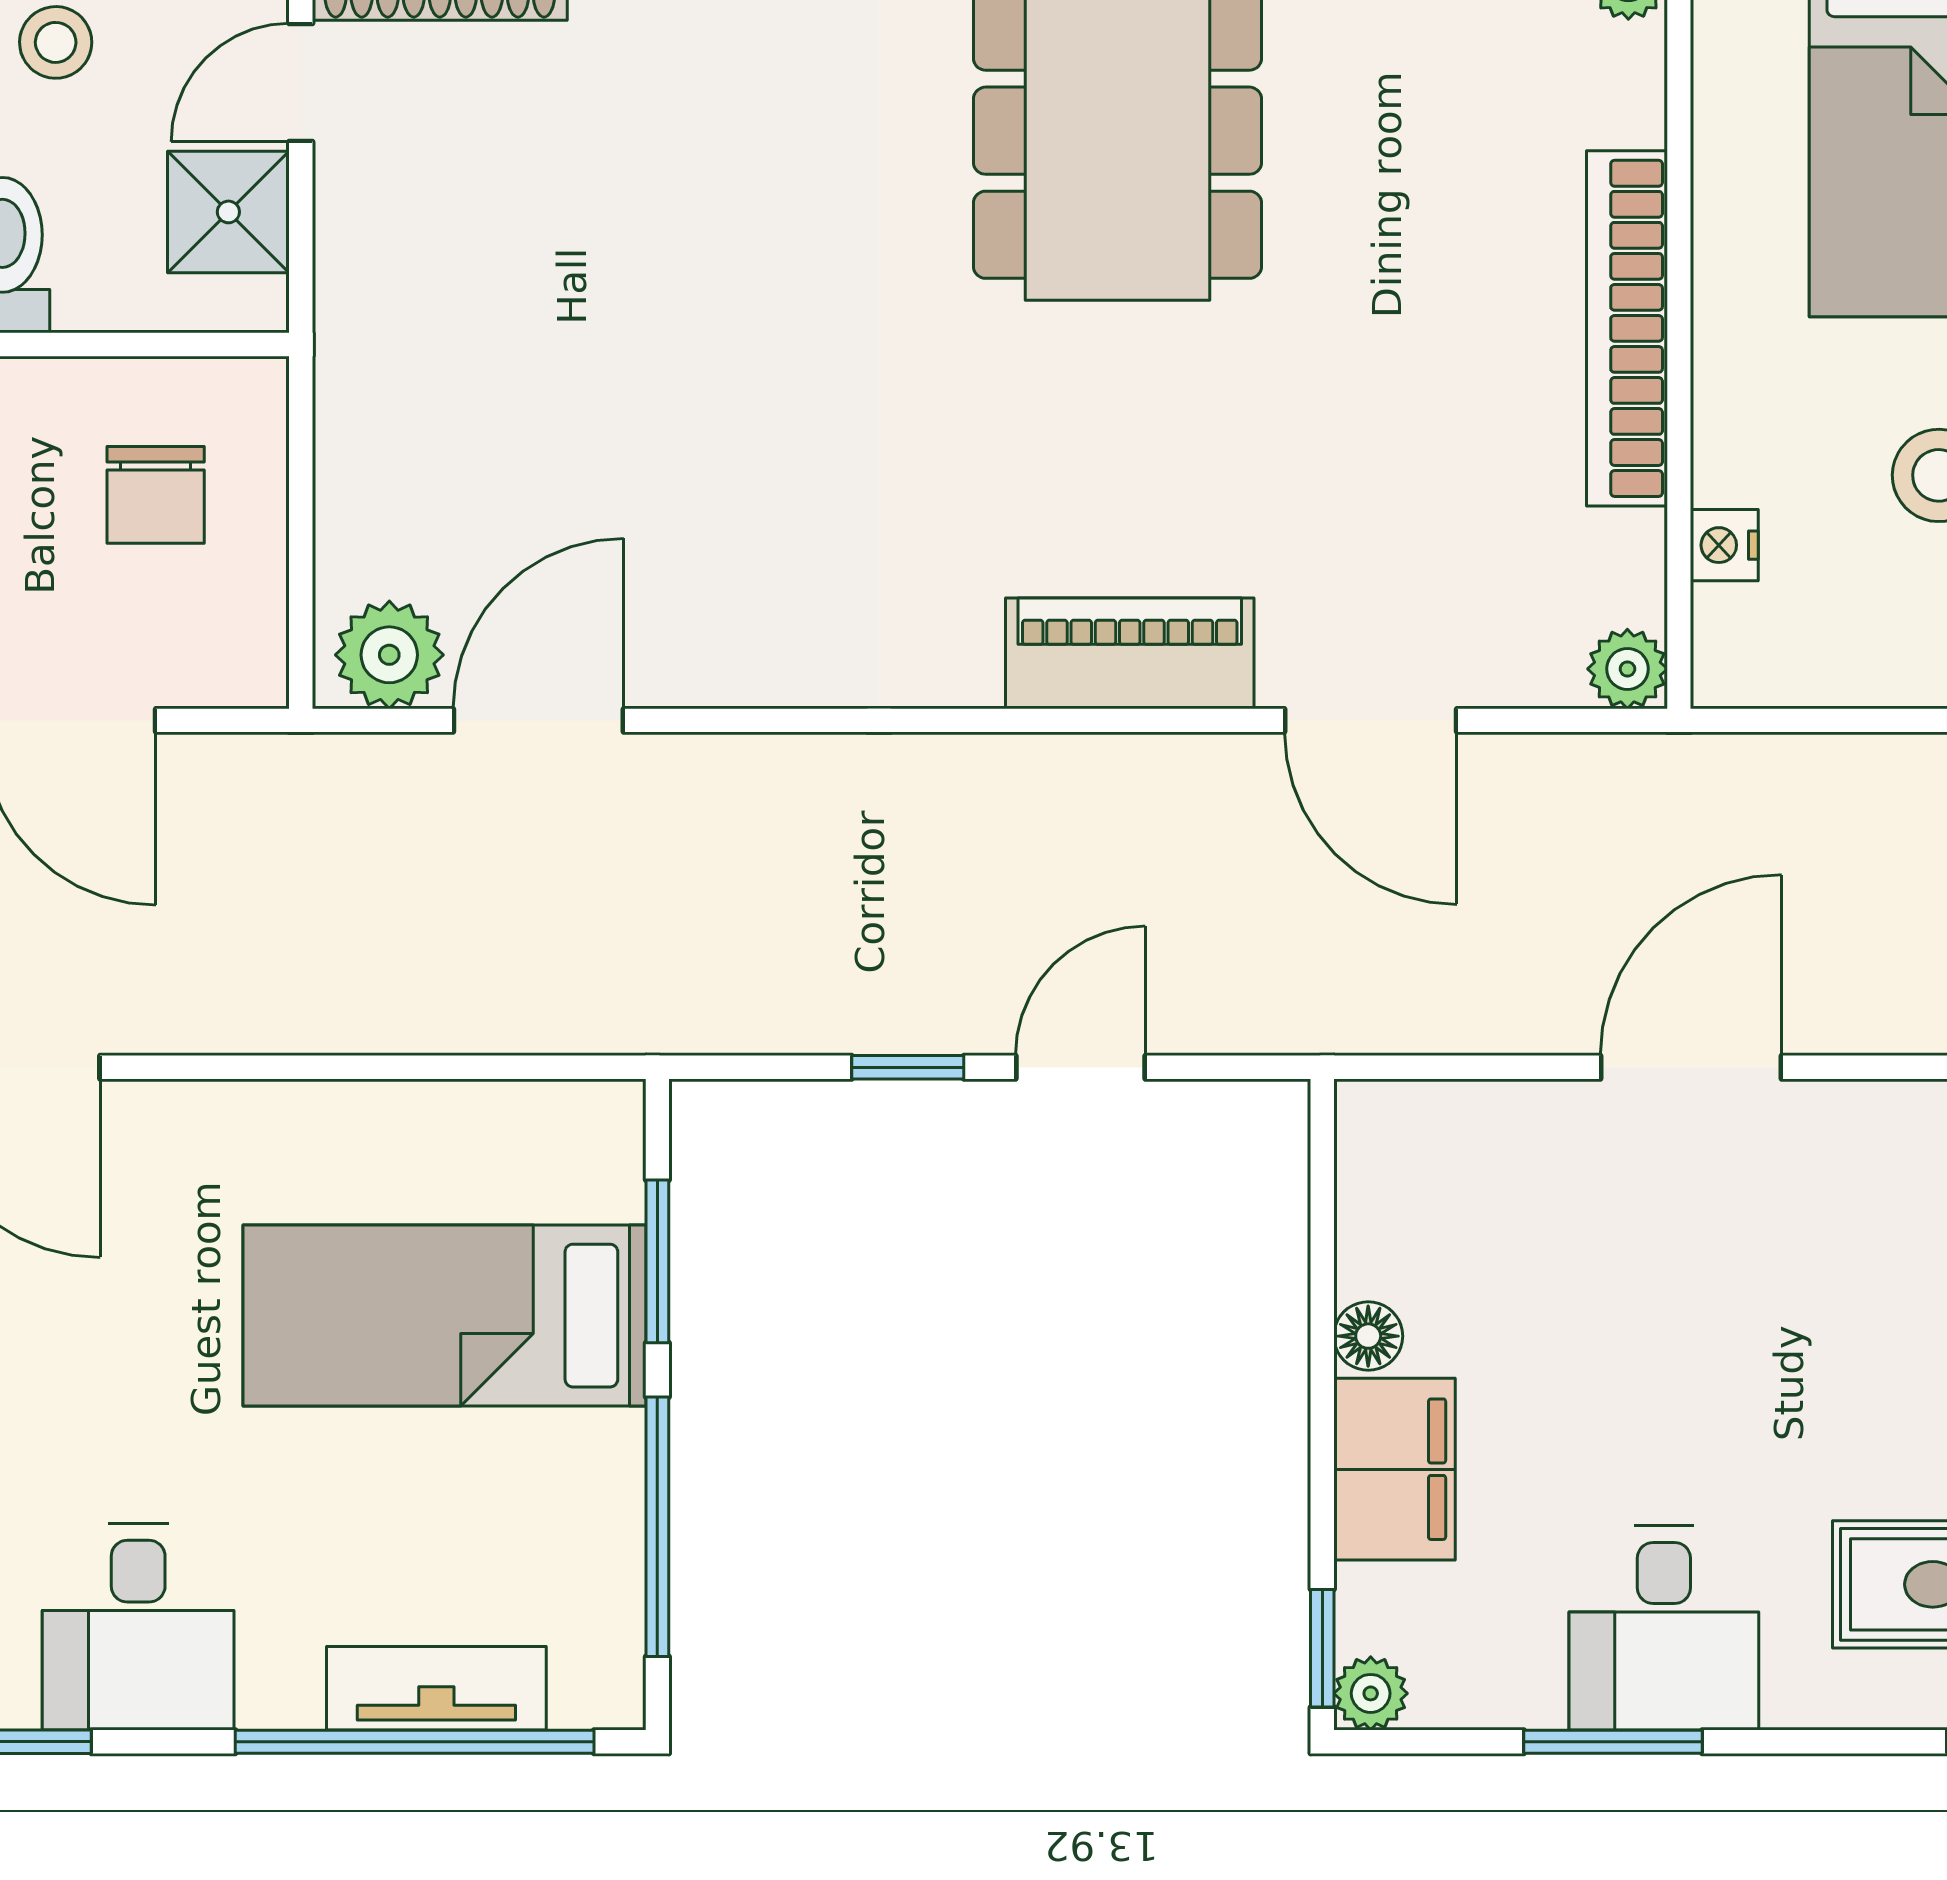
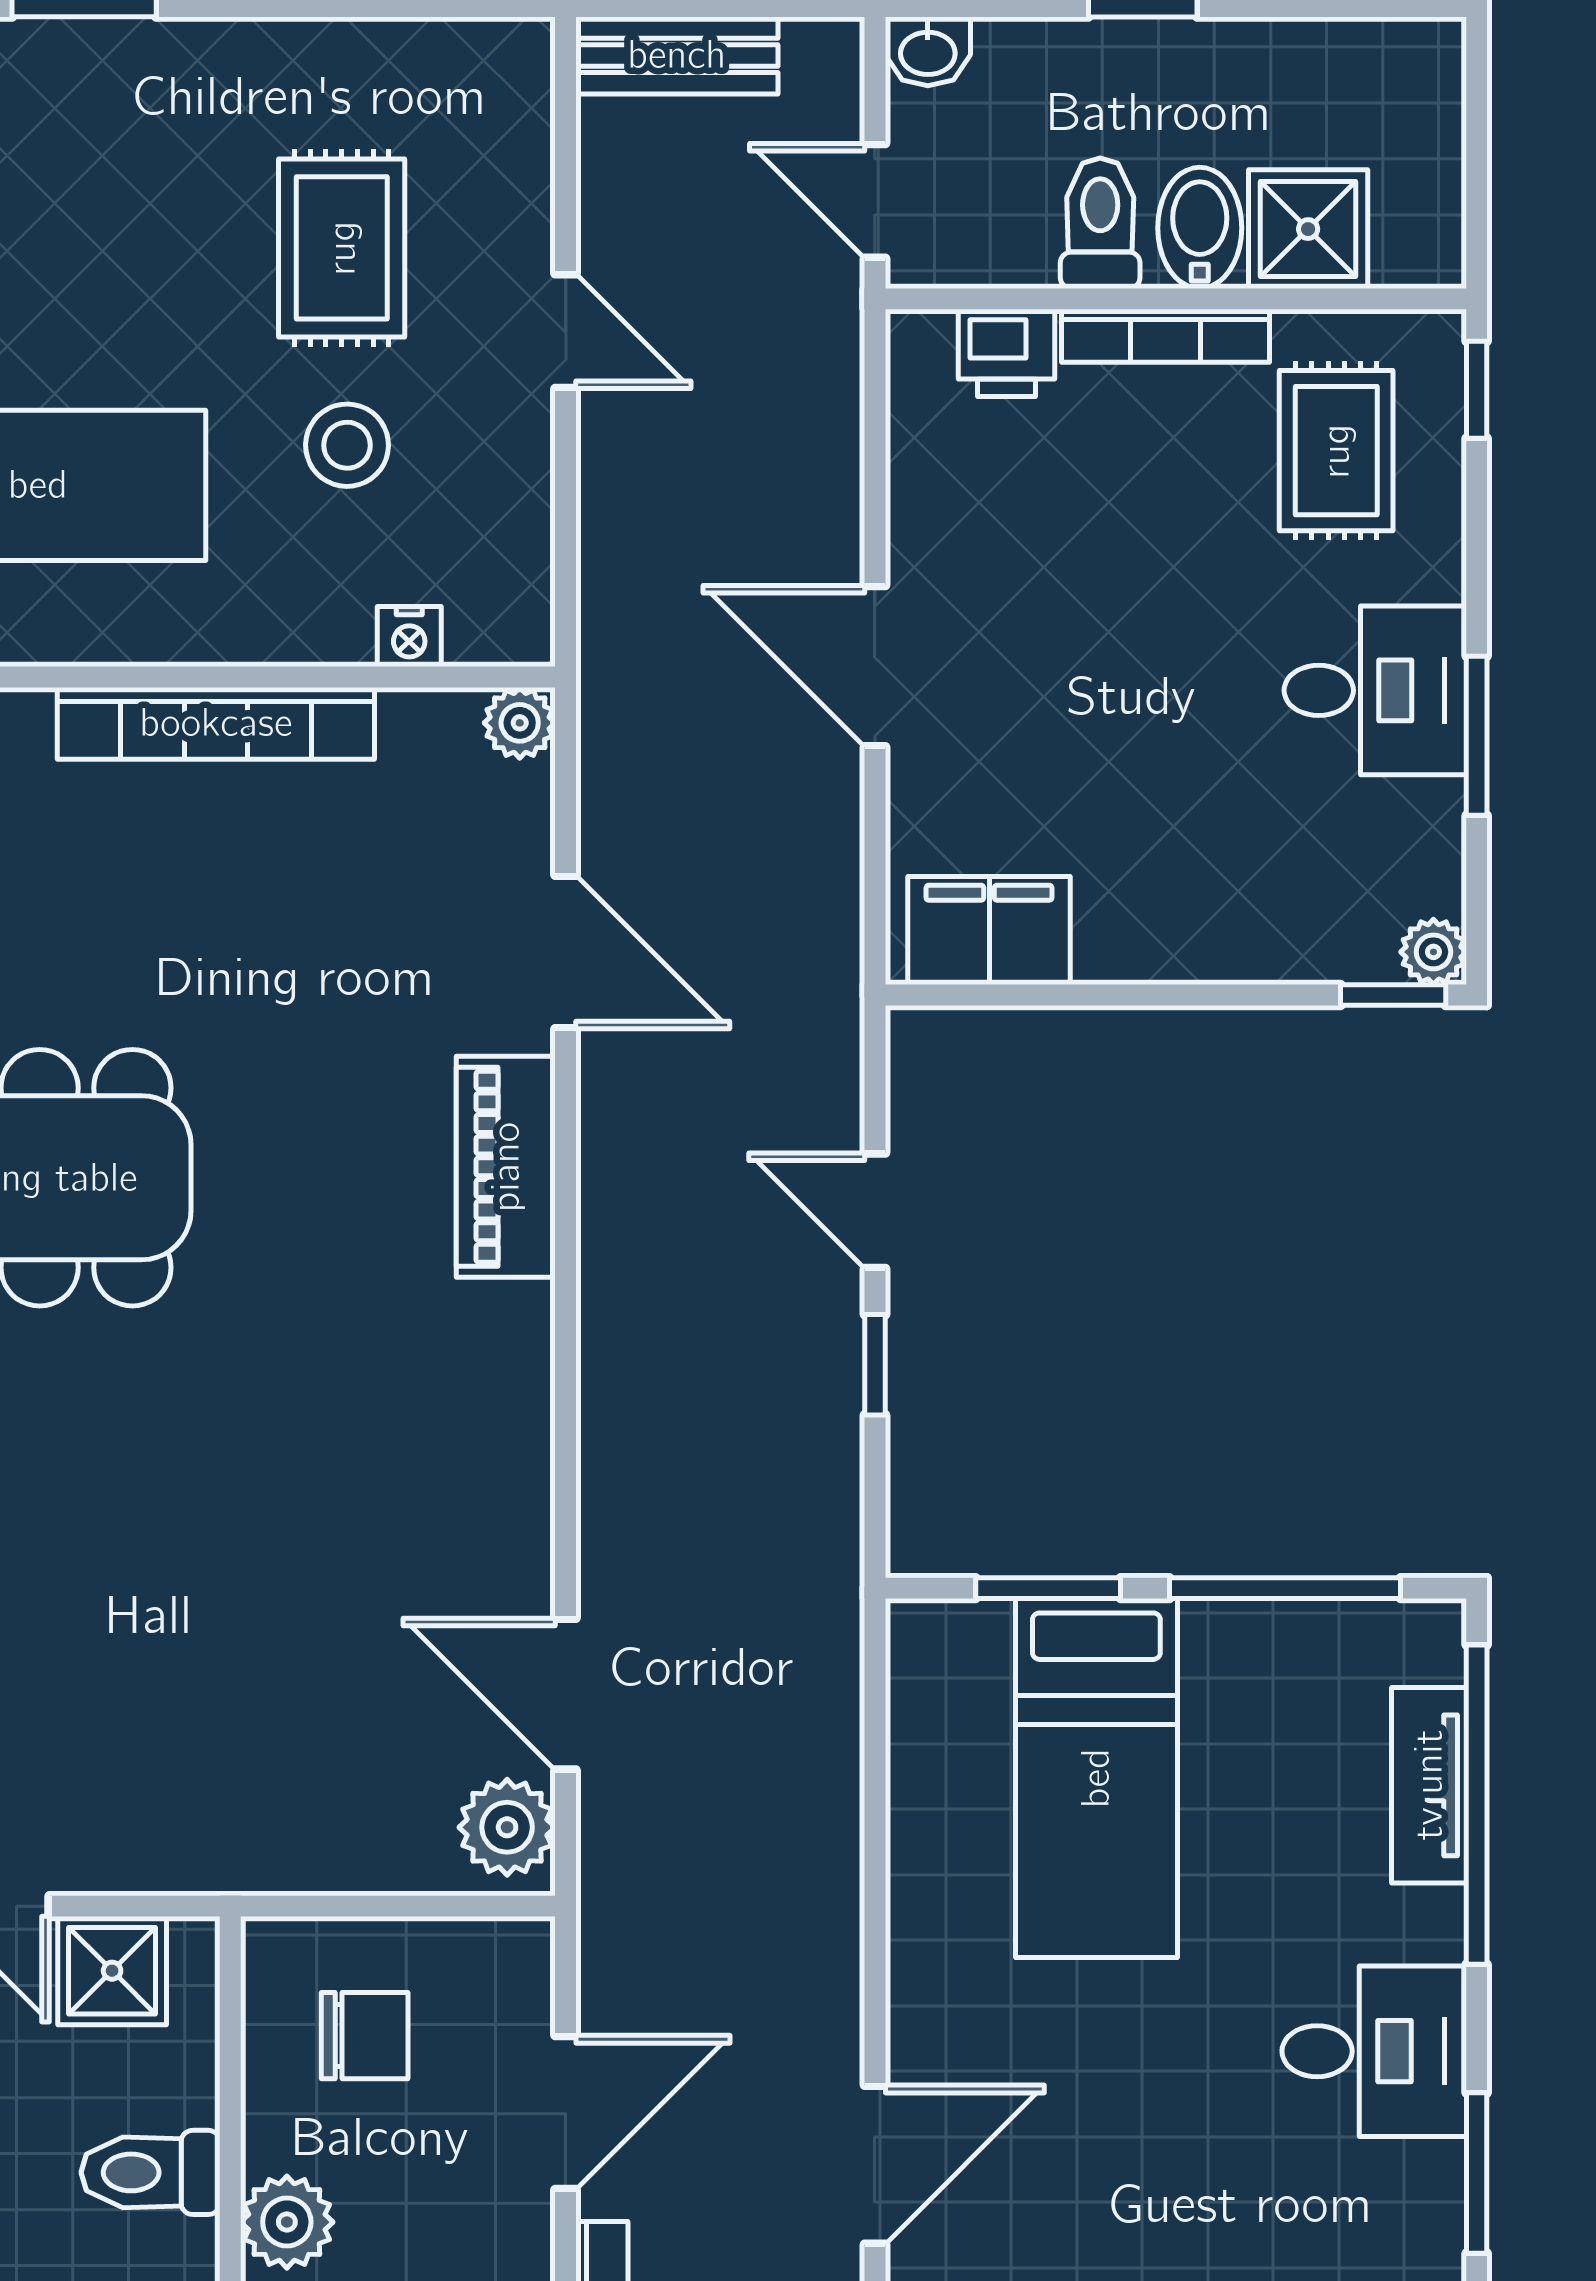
door: (1371, 720) -> (566, 952), hinge flipped
floor lamp: (1368, 1336) -> (1115, 954), removed
filing cabinet: (1395, 1469) -> (989, 931), moved

